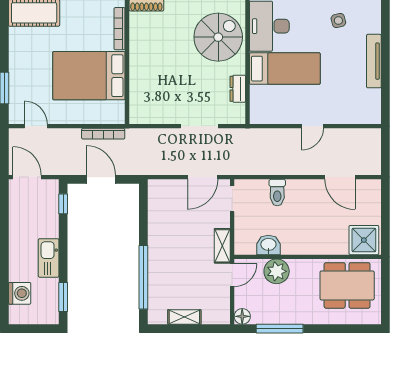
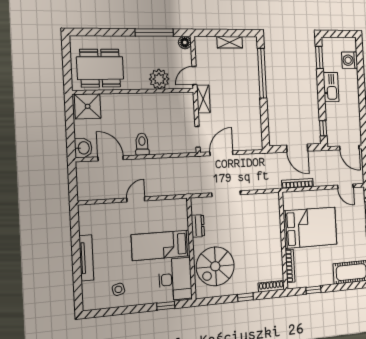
toilet: (277, 192) -> (142, 144), moved
washbasin: (268, 245) -> (83, 148), moved, turned -90

